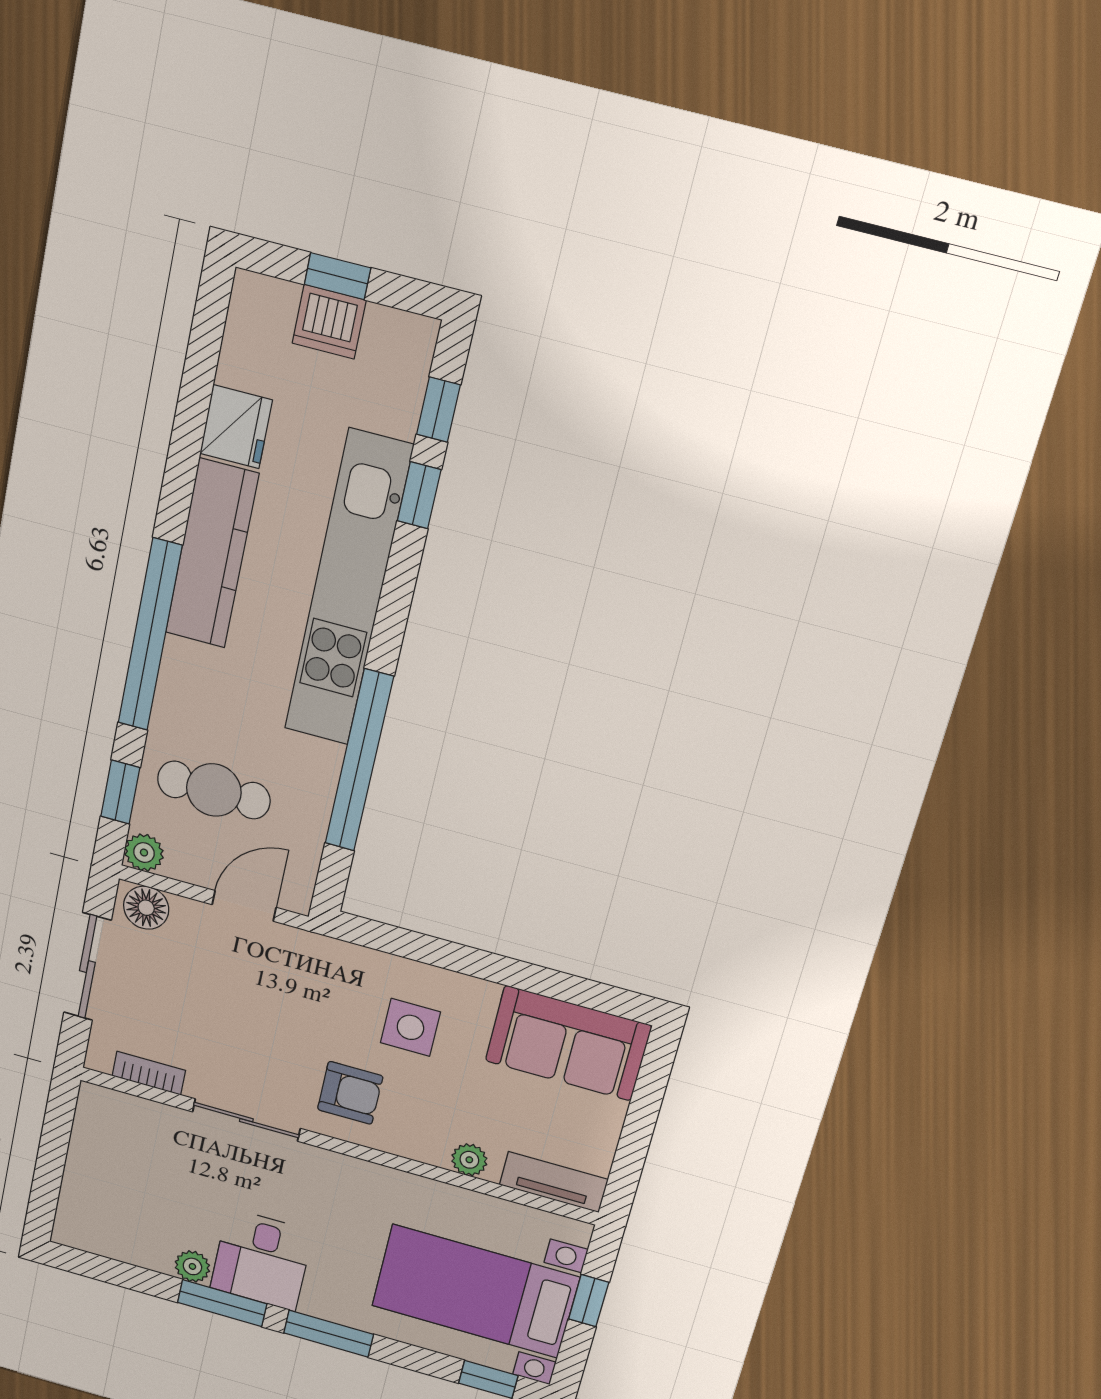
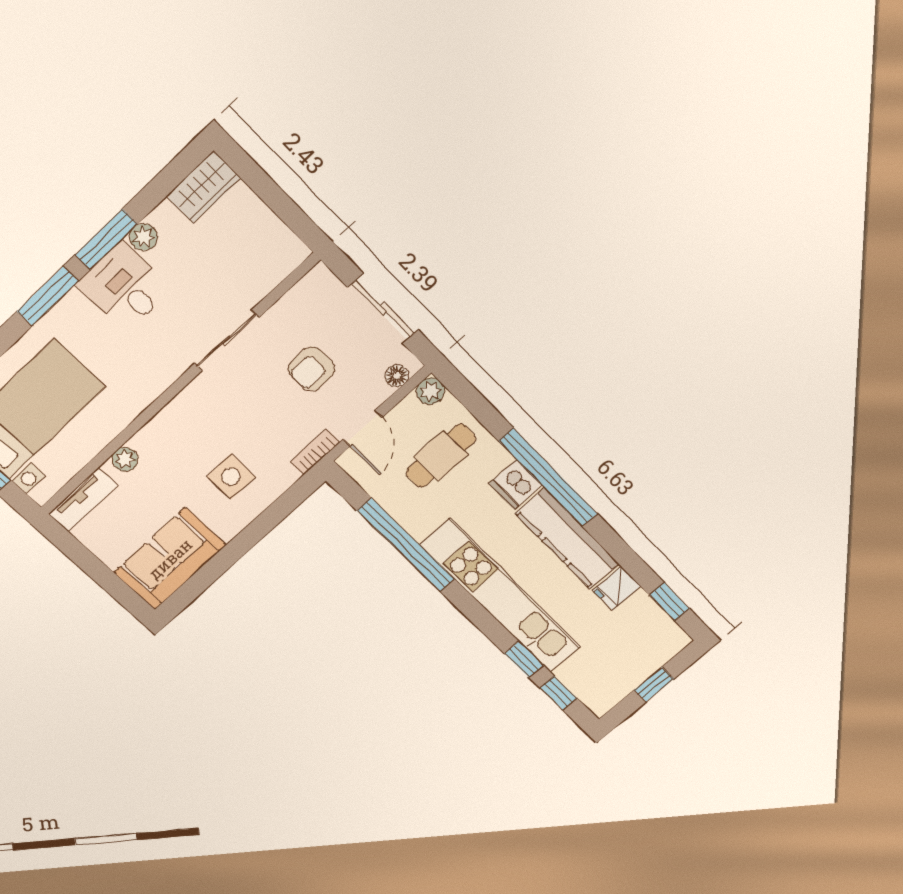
dishwasher: (329, 322) -> (516, 485), moved, turned -90
fridge: (236, 427) -> (617, 588), width x0.72
window: (120, 792) -> (670, 602), moved
floor lamp: (146, 908) -> (397, 376), width x0.73, depth x0.73
bookcase: (149, 1073) -> (315, 452), moved, turned 180
armchair: (350, 1093) -> (311, 369), moved
wardrobe: (95, 1232) -> (203, 187), added

